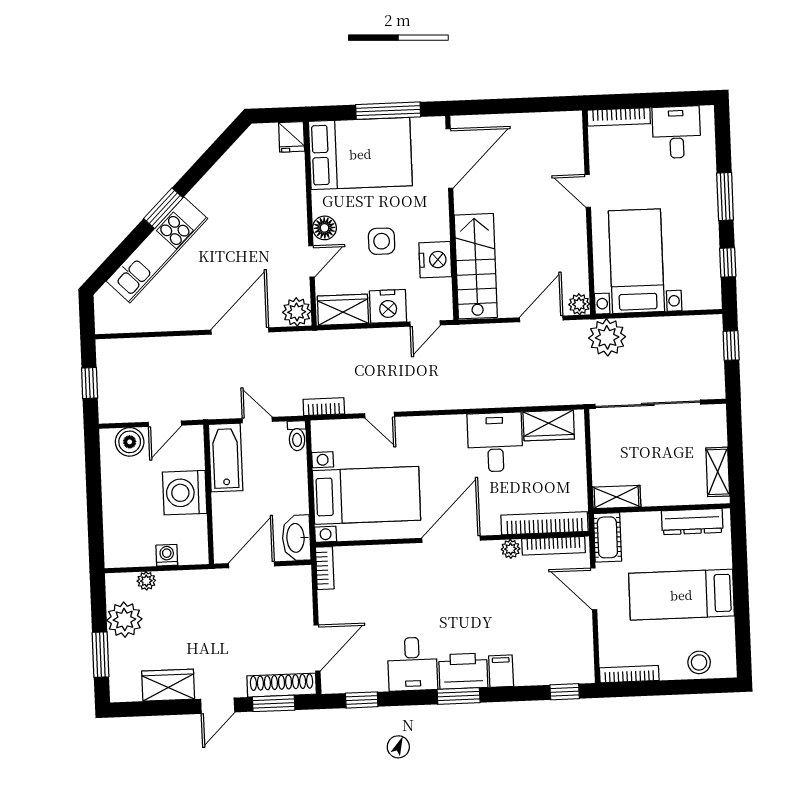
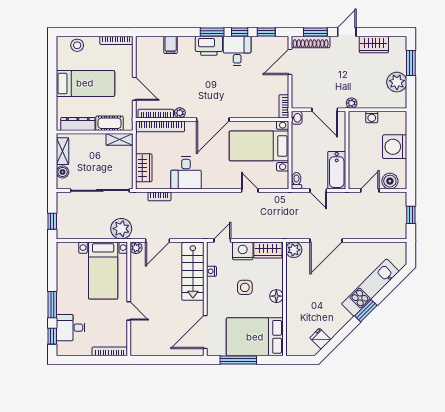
desk: (676, 132) -> (71, 328), moved, turned 90
fridge: (292, 137) -> (320, 339), moved, turned -45
nightstand: (435, 260) -> (211, 271), width x0.53, depth x0.56
door: (311, 261) -> (284, 278), removed
window: (728, 262) -> (52, 336), moved
bookcase: (324, 407) -> (159, 196), moved
wardrobe: (549, 425) -> (144, 168), moved, turned 90
boiler: (716, 435) -> (63, 172), added
washing machine: (185, 493) -> (395, 147), moved, turned 180
cot: (607, 537) -> (109, 123), moved, turned 90
washbasin: (296, 538) -> (297, 118), width x0.52, depth x0.69
door: (251, 565) -> (325, 110), hinge flipped
plant: (146, 581) -> (352, 103), moved
filing cabinet: (501, 671) -> (171, 45), moved
window: (565, 692) -> (240, 32), moved

